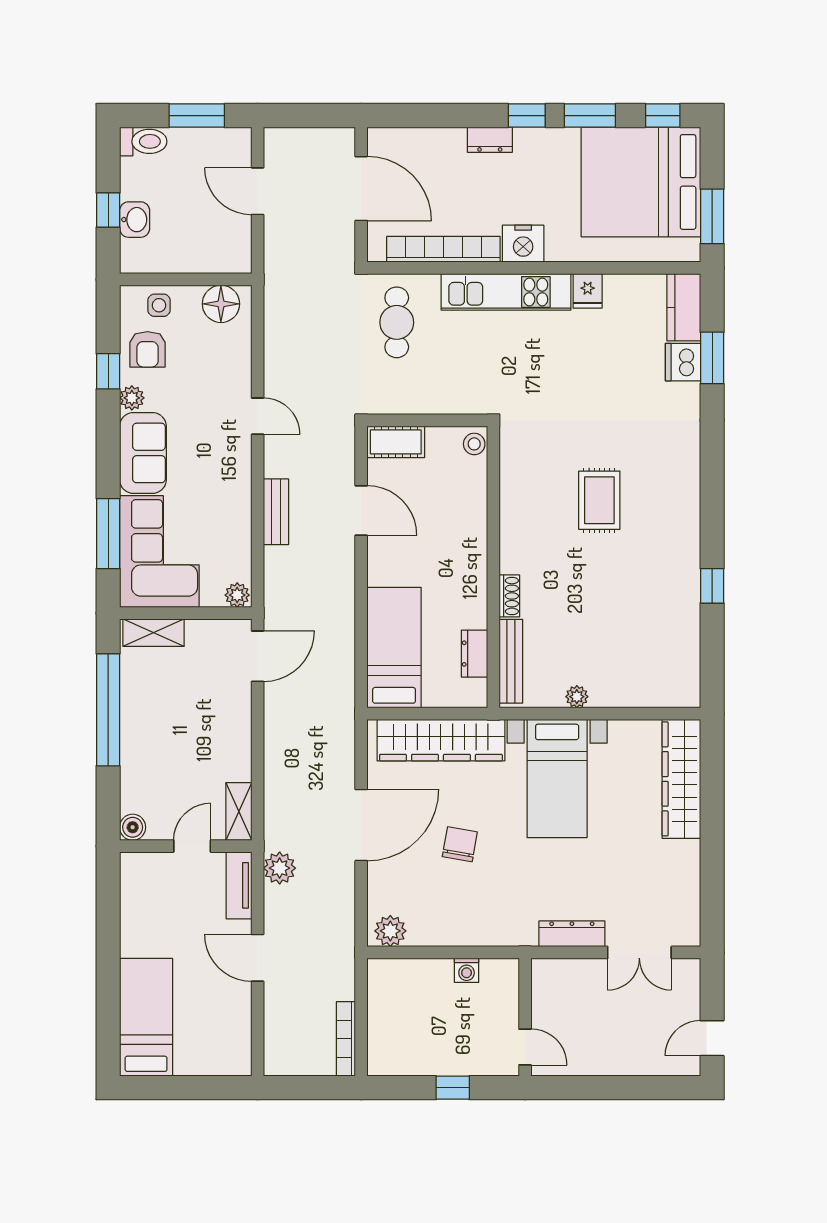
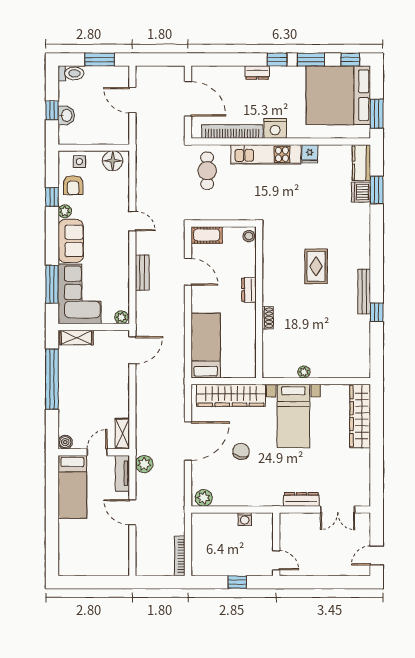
dresser: (475, 654) -> (249, 290), moved
bench: (511, 661) -> (364, 292), moved
bed: (146, 1017) -> (72, 487), moved, turned 180

